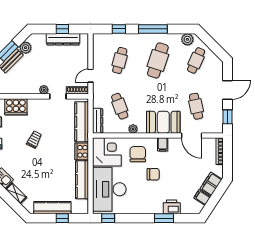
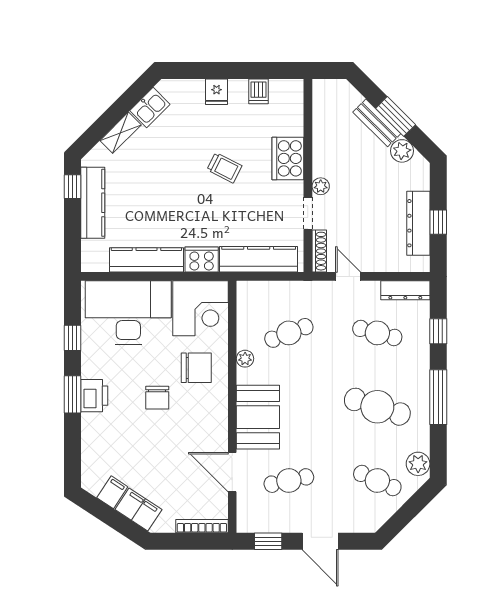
cooker: (16, 107) -> (288, 158), moved
dresser: (98, 121) -> (405, 290), moved
door: (192, 135) -> (232, 472), hinge flipped
filing cabinet: (163, 144) -> (215, 416), removed
printer: (172, 207) -> (94, 396), moved
window: (62, 218) -> (73, 187), moved
window: (108, 218) -> (73, 338), moved
window: (164, 218) -> (73, 394), moved

